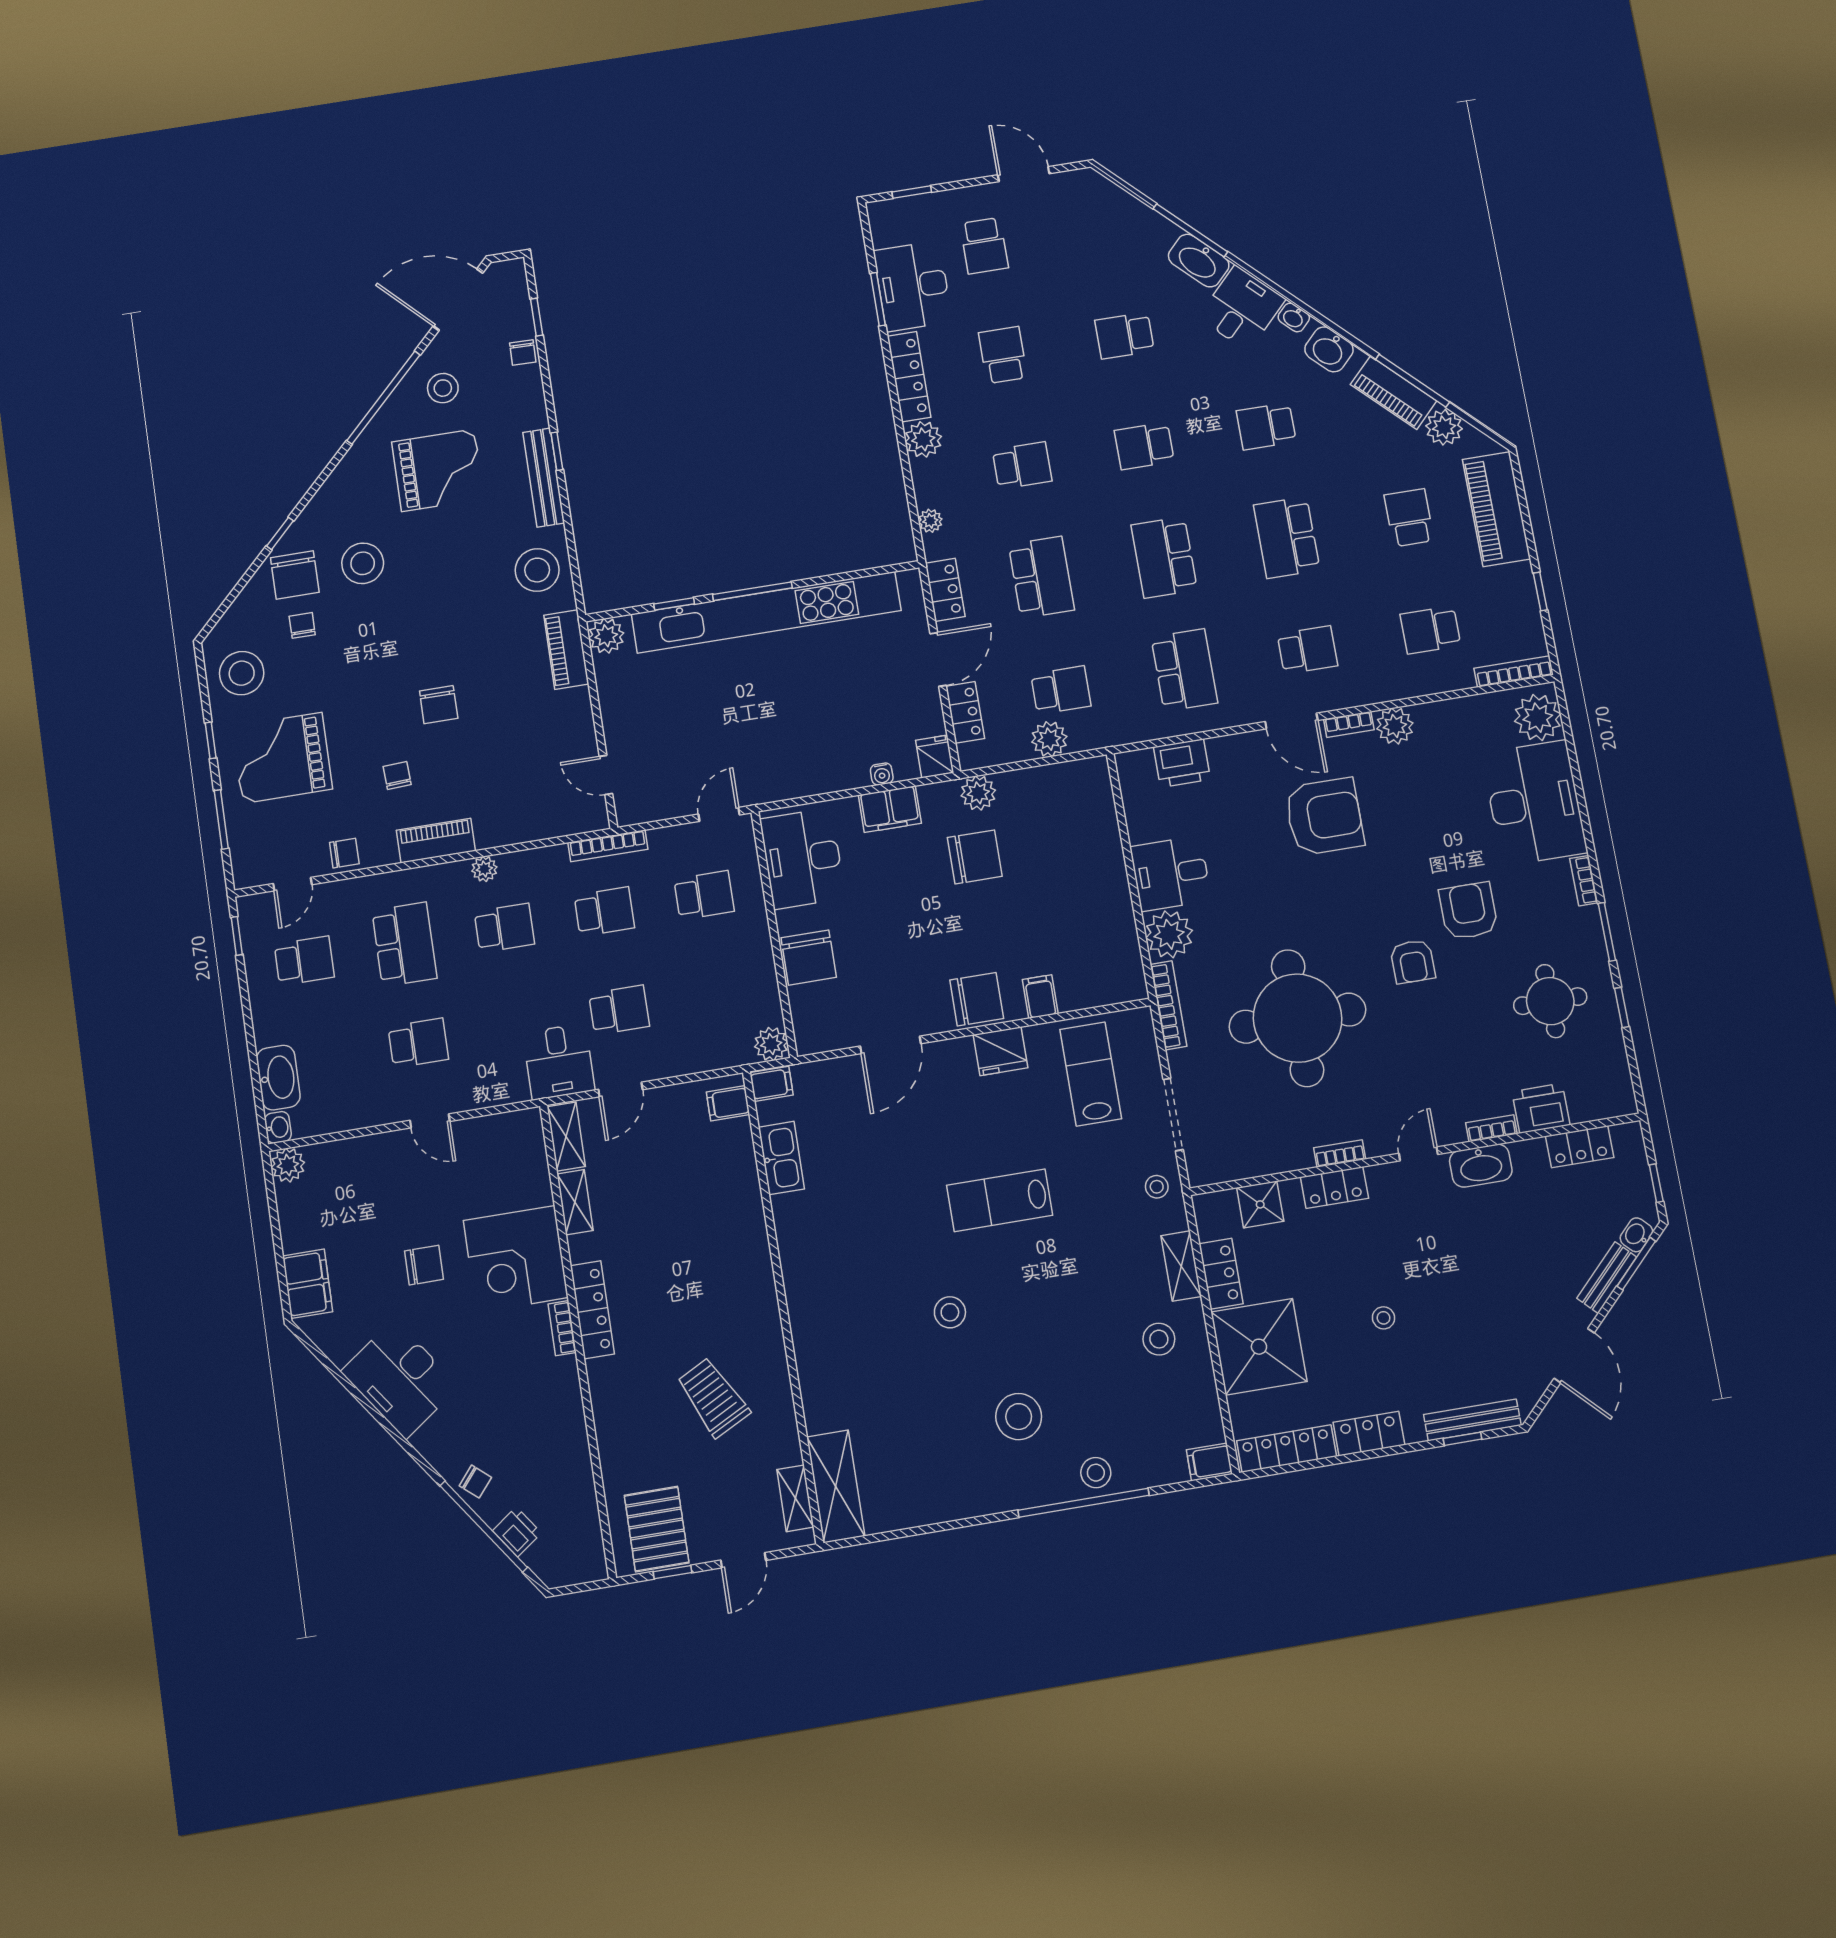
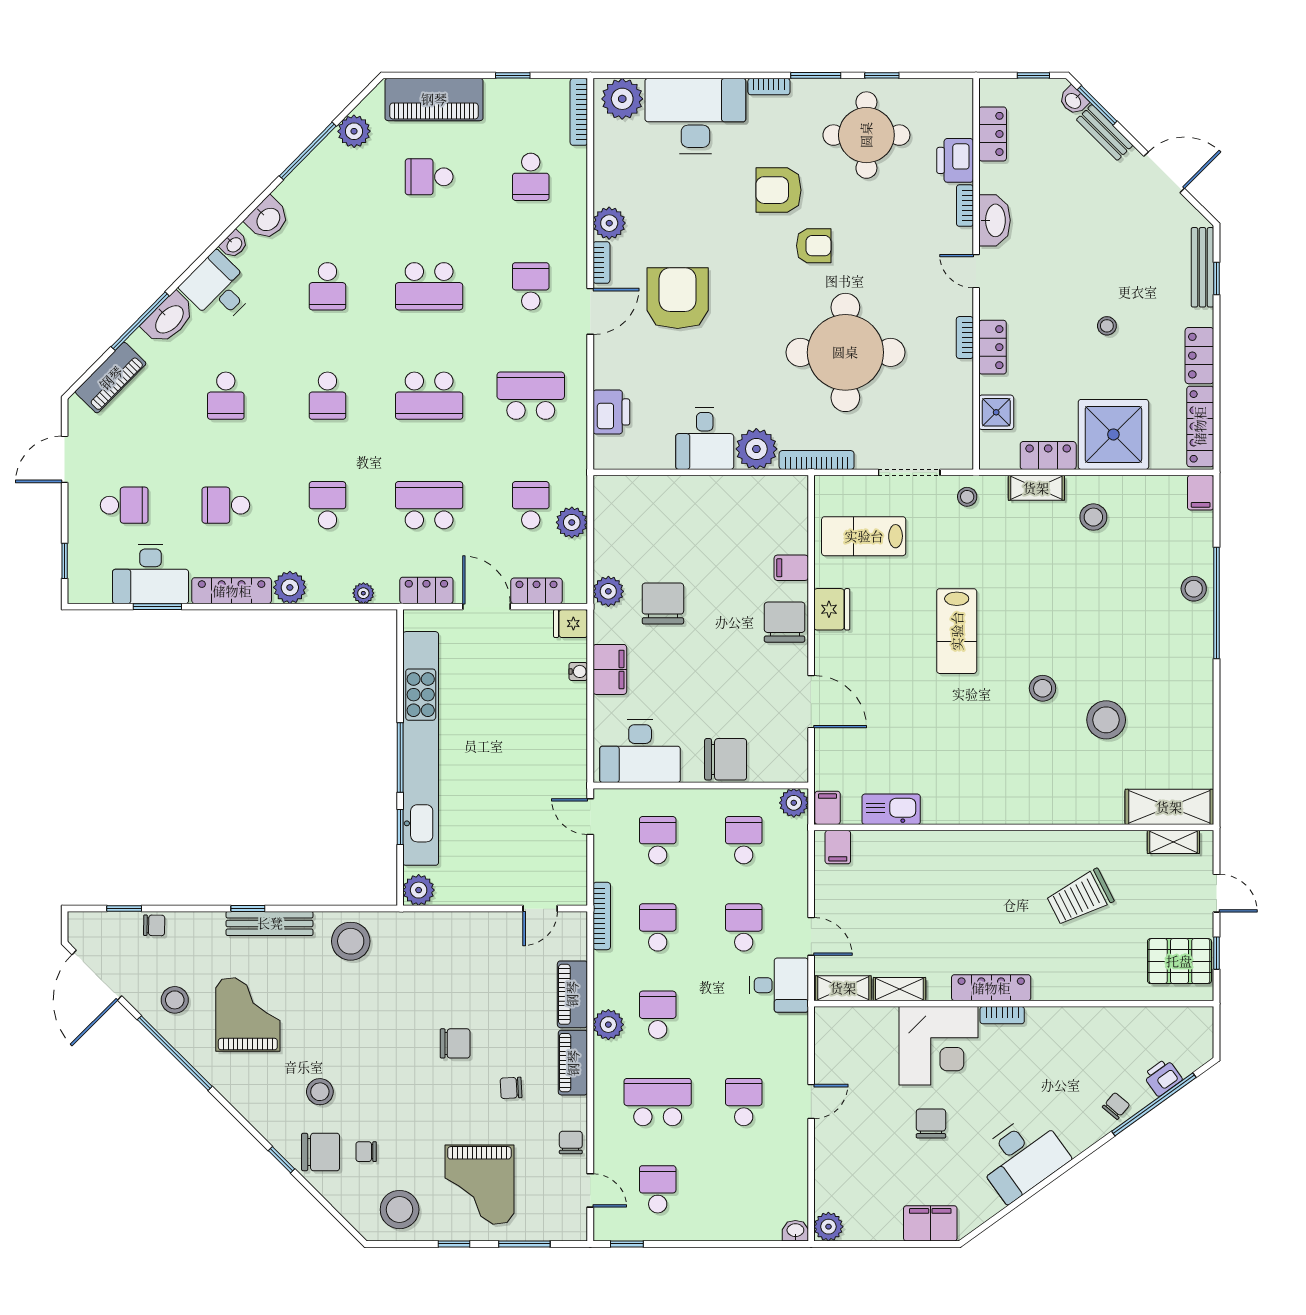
piano: (1394, 393) -> (111, 378), moved
stool: (363, 563) -> (320, 1092), width x0.73, depth x0.73
piano: (566, 650) -> (572, 994), moved, turned 90
plant: (484, 869) -> (608, 1025), width x1.38, depth x1.38
school desk: (719, 993) -> (744, 840), added
round table: (1550, 1001) -> (866, 135), width x1.36, depth x1.36
washbasin: (278, 1078) -> (753, 1225), removed
stool: (1019, 1417) -> (1106, 720), moved

